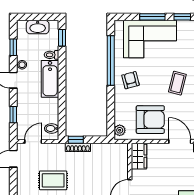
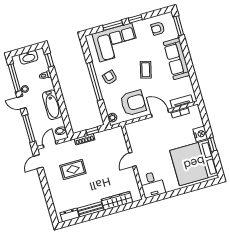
window: (13, 47) -> (14, 78), width x2.17
window: (111, 61) -> (95, 81), moved
bathtub: (50, 79) -> (52, 105), moved
window: (13, 115) -> (29, 128), width x2.17
window: (76, 140) -> (92, 131), moved
wardrobe: (139, 156) -> (132, 133), removed

